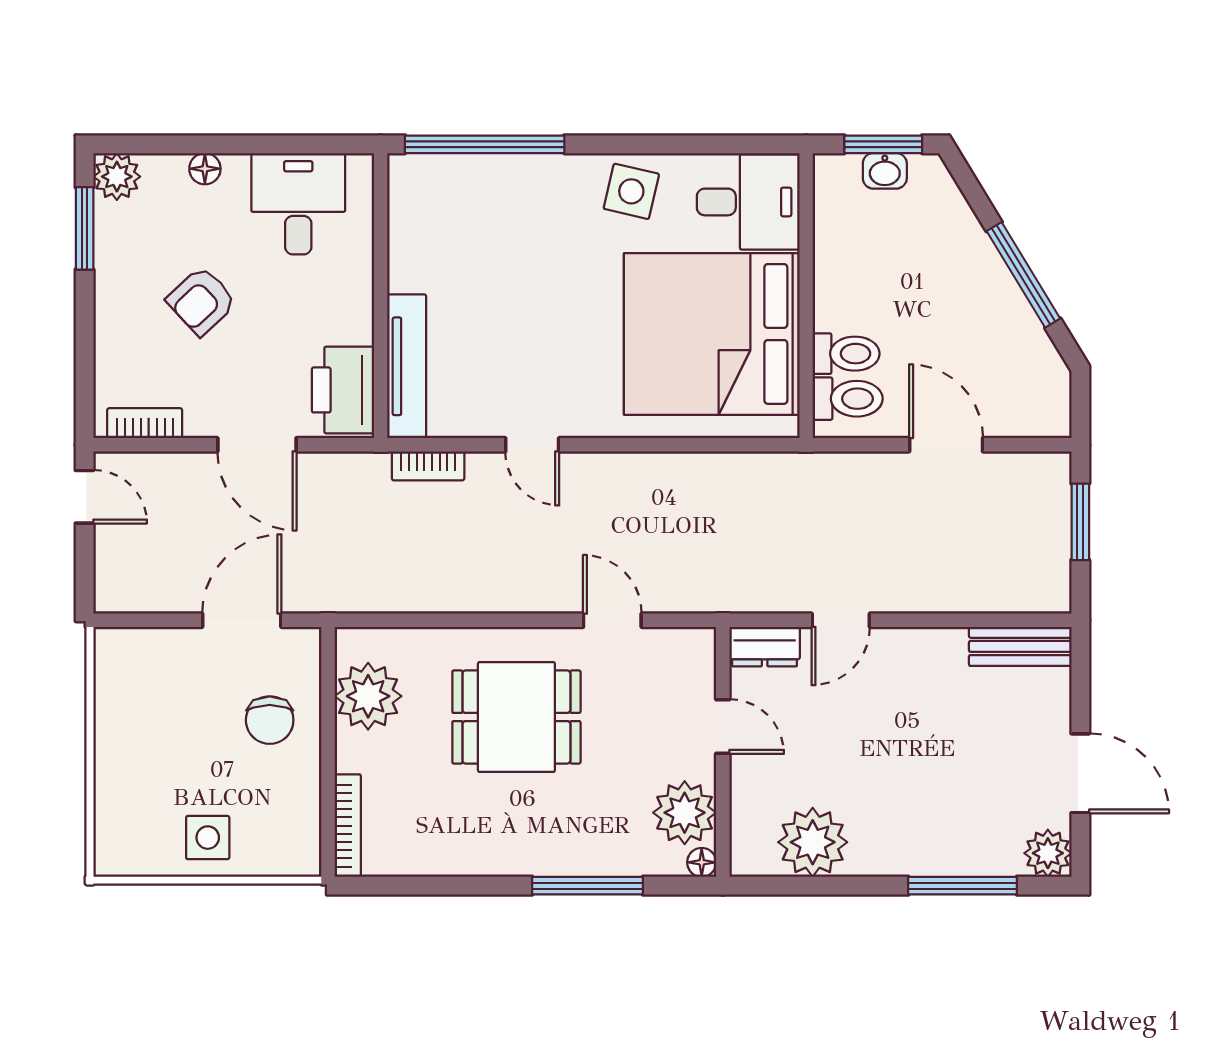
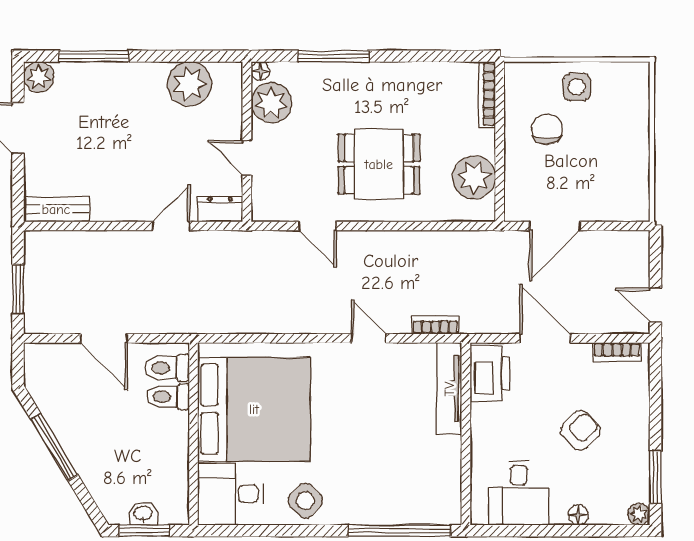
plant: (117, 177) -> (639, 514), width x0.73, depth x0.73
side table: (631, 191) -> (305, 501), turned 31
chair: (270, 720) -> (547, 129), moved

